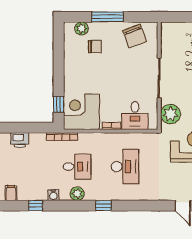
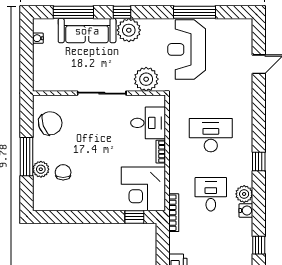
plant: (82, 28) -> (41, 169), moved
water cooler: (53, 195) -> (246, 210), moved

